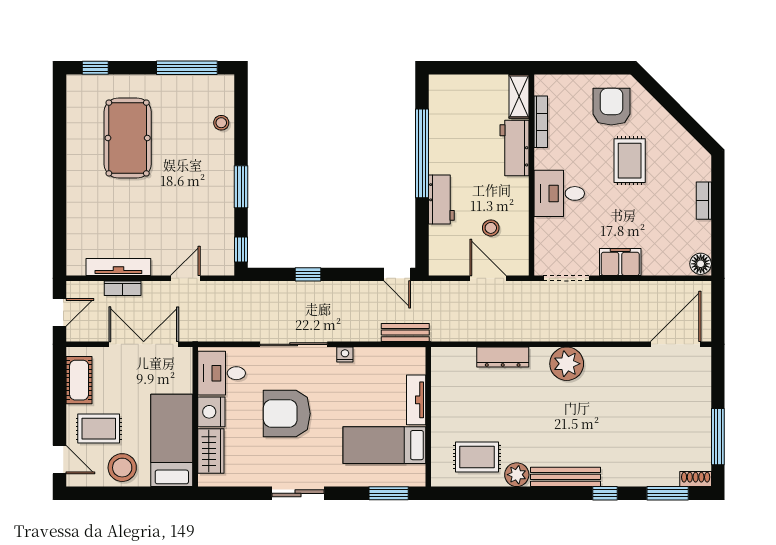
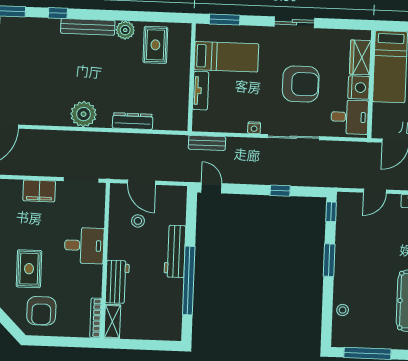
bookcase: (541, 122) -> (96, 318), moved
workbench: (441, 200) -> (175, 251), width x1.38
rug: (477, 457) -> (155, 45), turned 90

